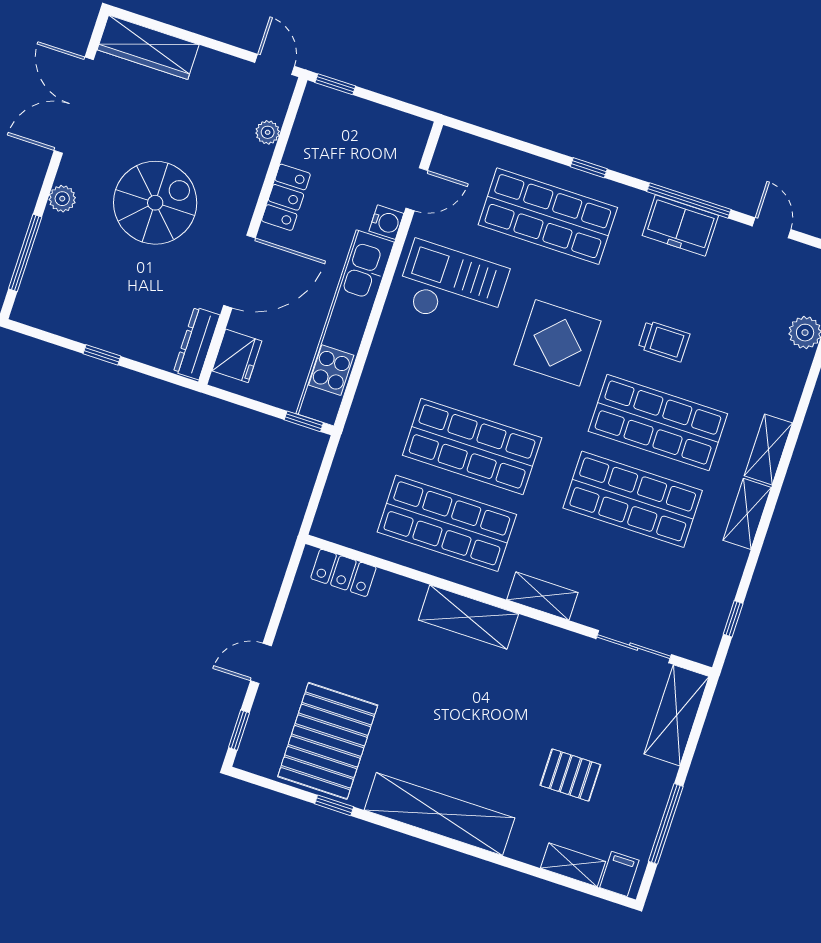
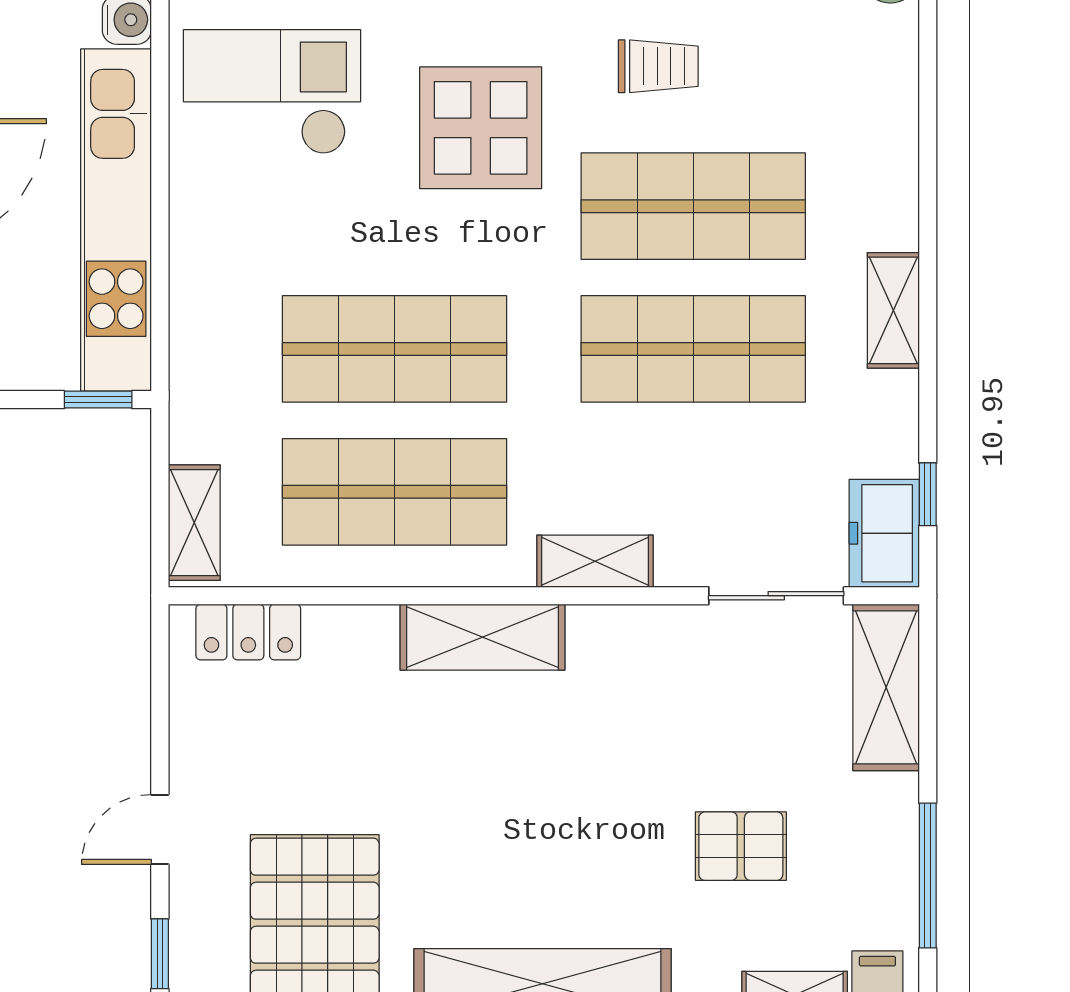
shelving: (768, 449) -> (194, 523), moved
freezer: (703, 632) -> (884, 533), added

